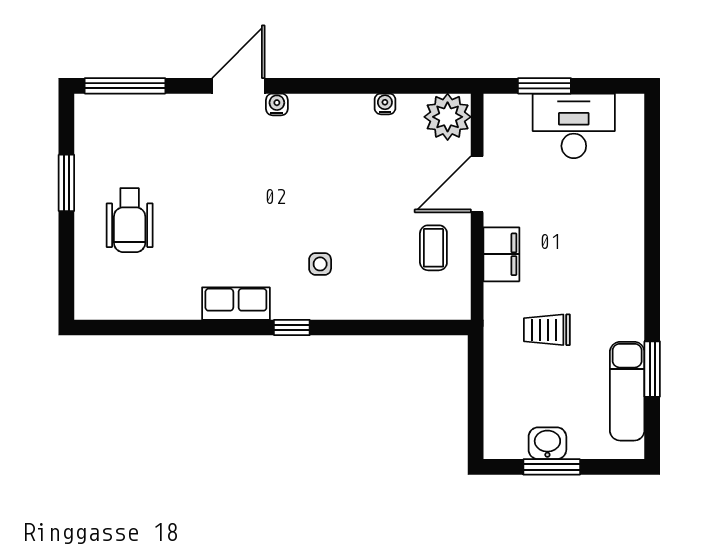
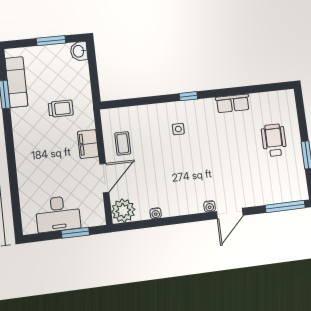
row of seats: (236, 304) -> (233, 103), moved
washbasin: (547, 443) -> (79, 51), moved, turned 90

